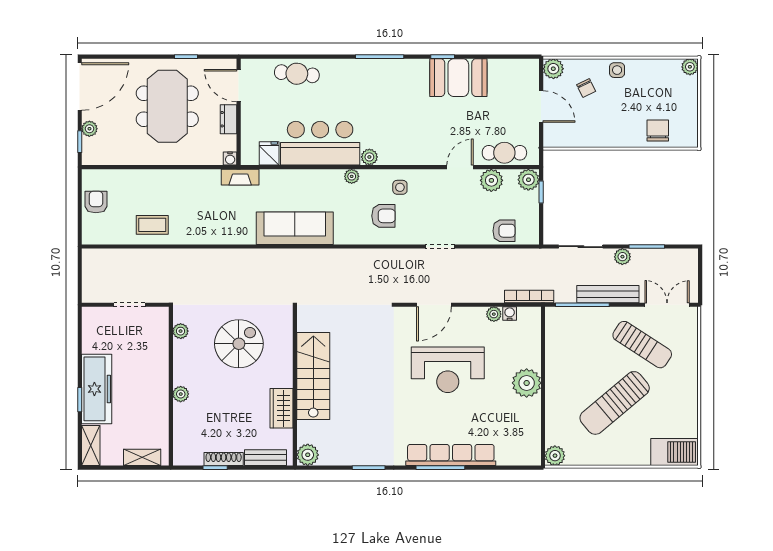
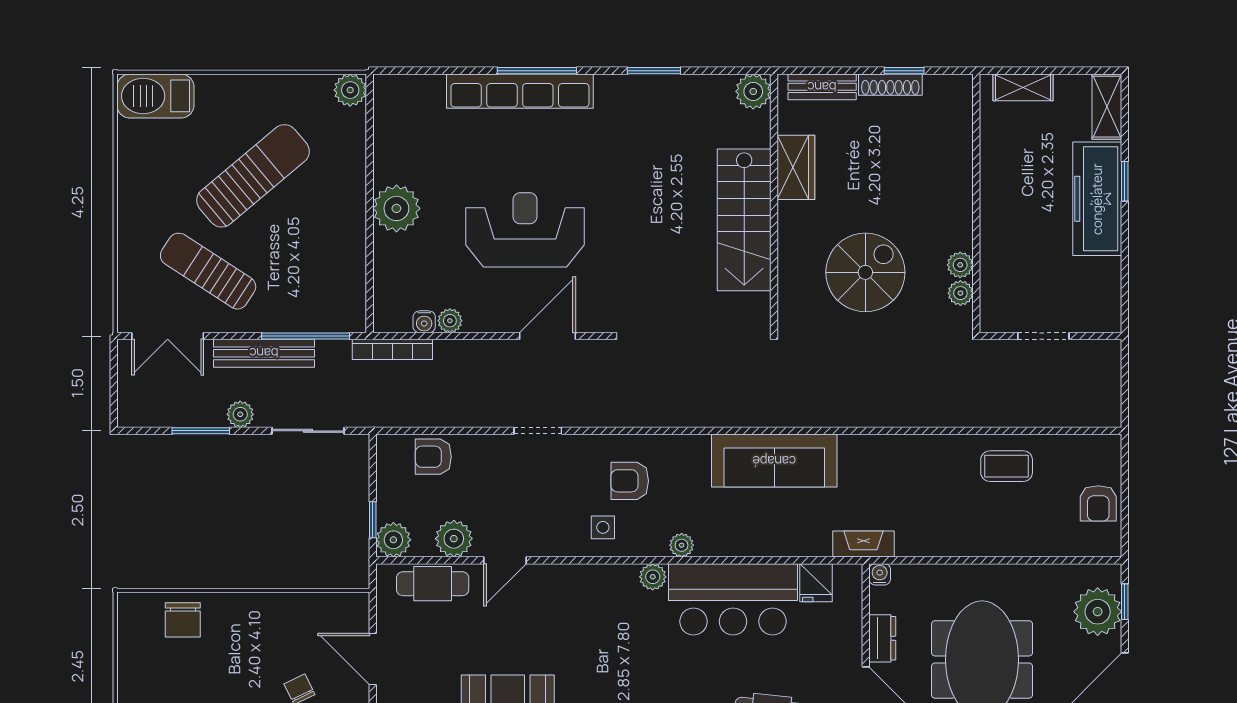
plant: (89, 129) -> (1098, 612), width x1.88, depth x1.88
spiral stairs: (239, 344) -> (865, 272), turned 180
plant: (181, 394) -> (960, 265), moved

